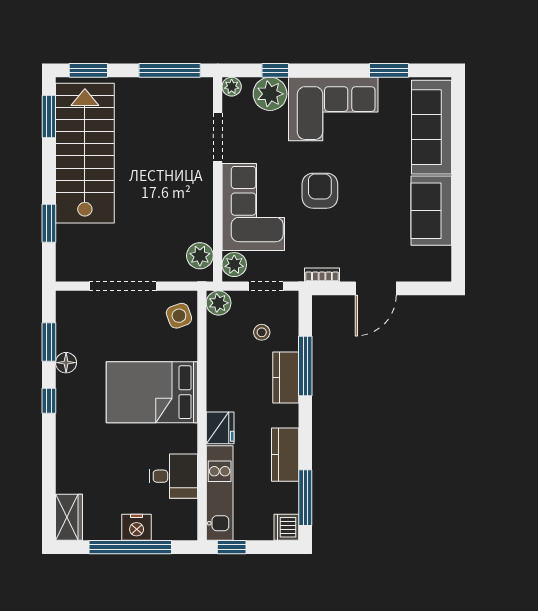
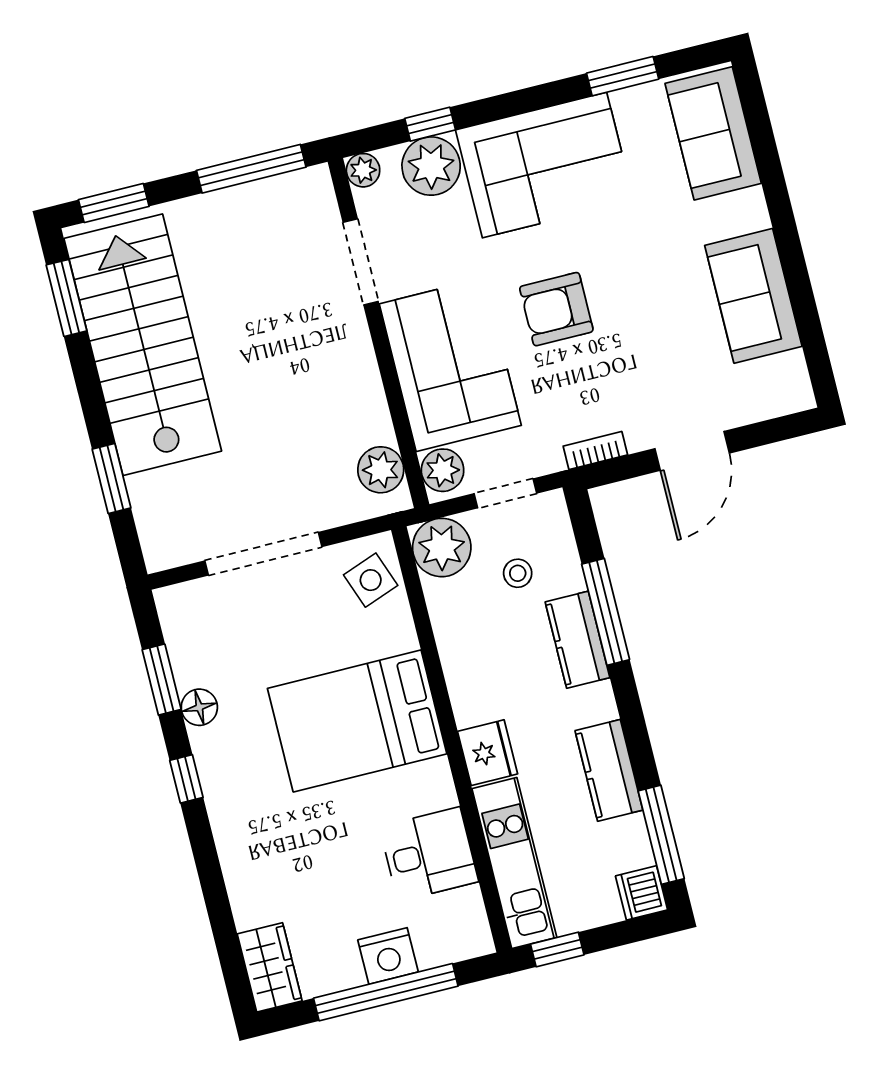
sofa: (431, 127) -> (713, 133), width x0.73
armchair: (320, 191) -> (556, 309), turned -90
plant: (219, 303) -> (442, 547), width x1.36, depth x1.36

